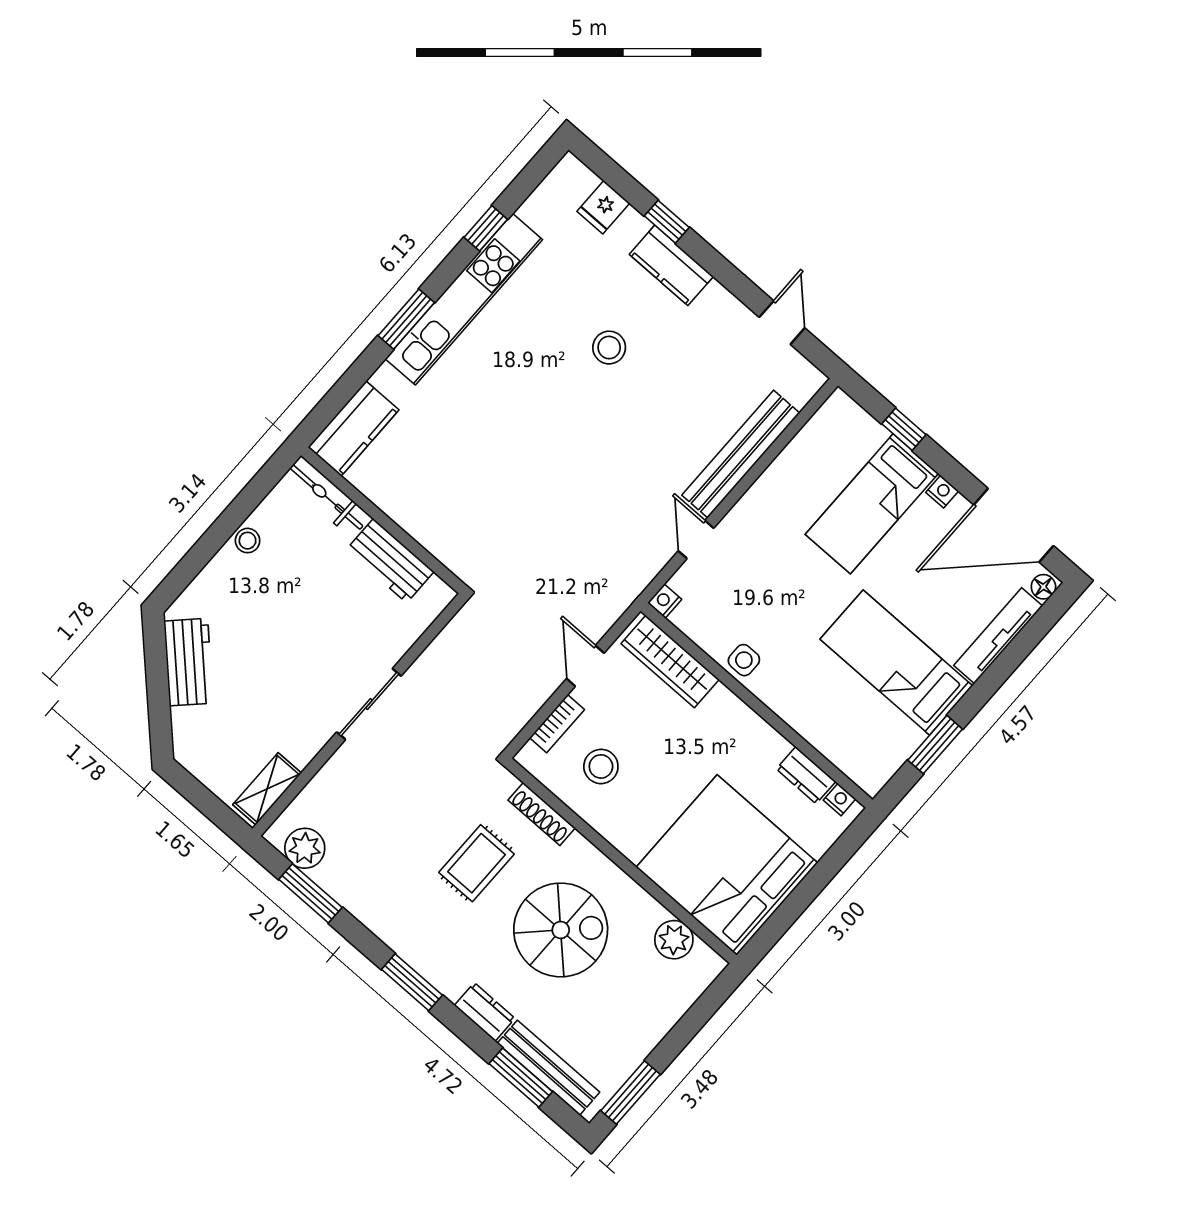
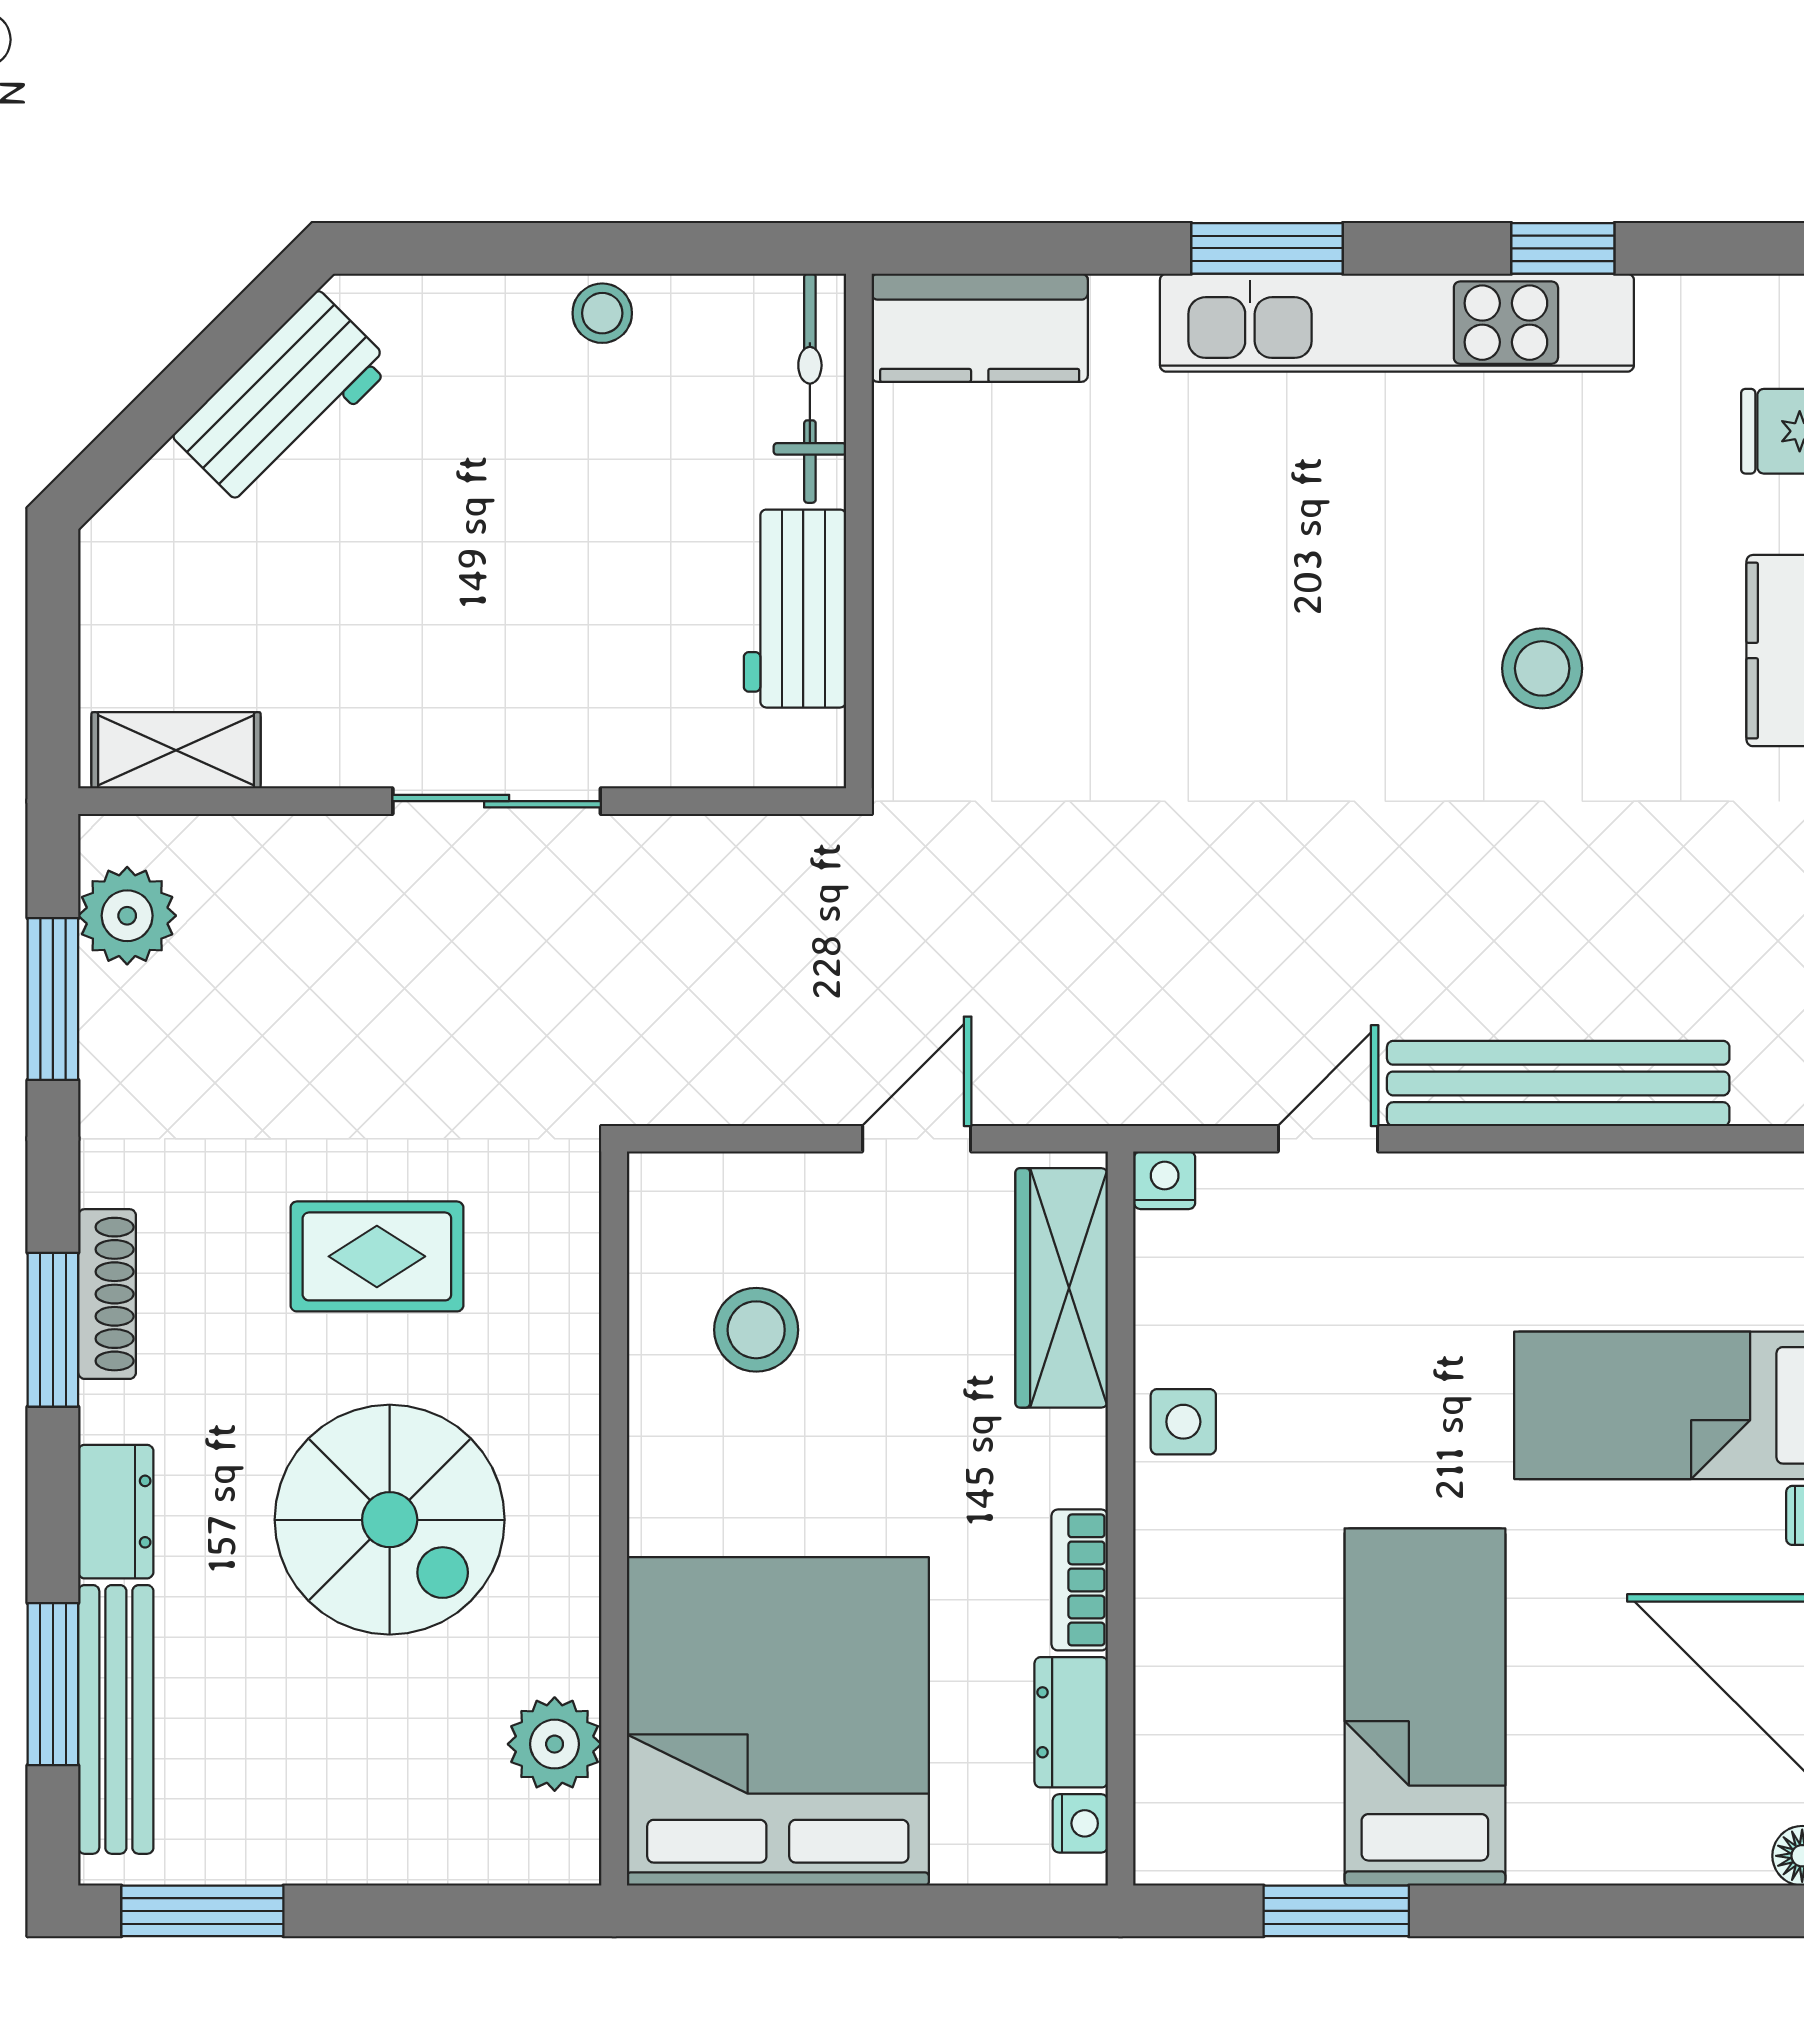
tv unit: (998, 636) -> (1639, 1851), removed
bookcase: (557, 724) -> (1080, 1580), moved, turned 90
shoe rack: (542, 814) -> (107, 1294), moved, turned 180

